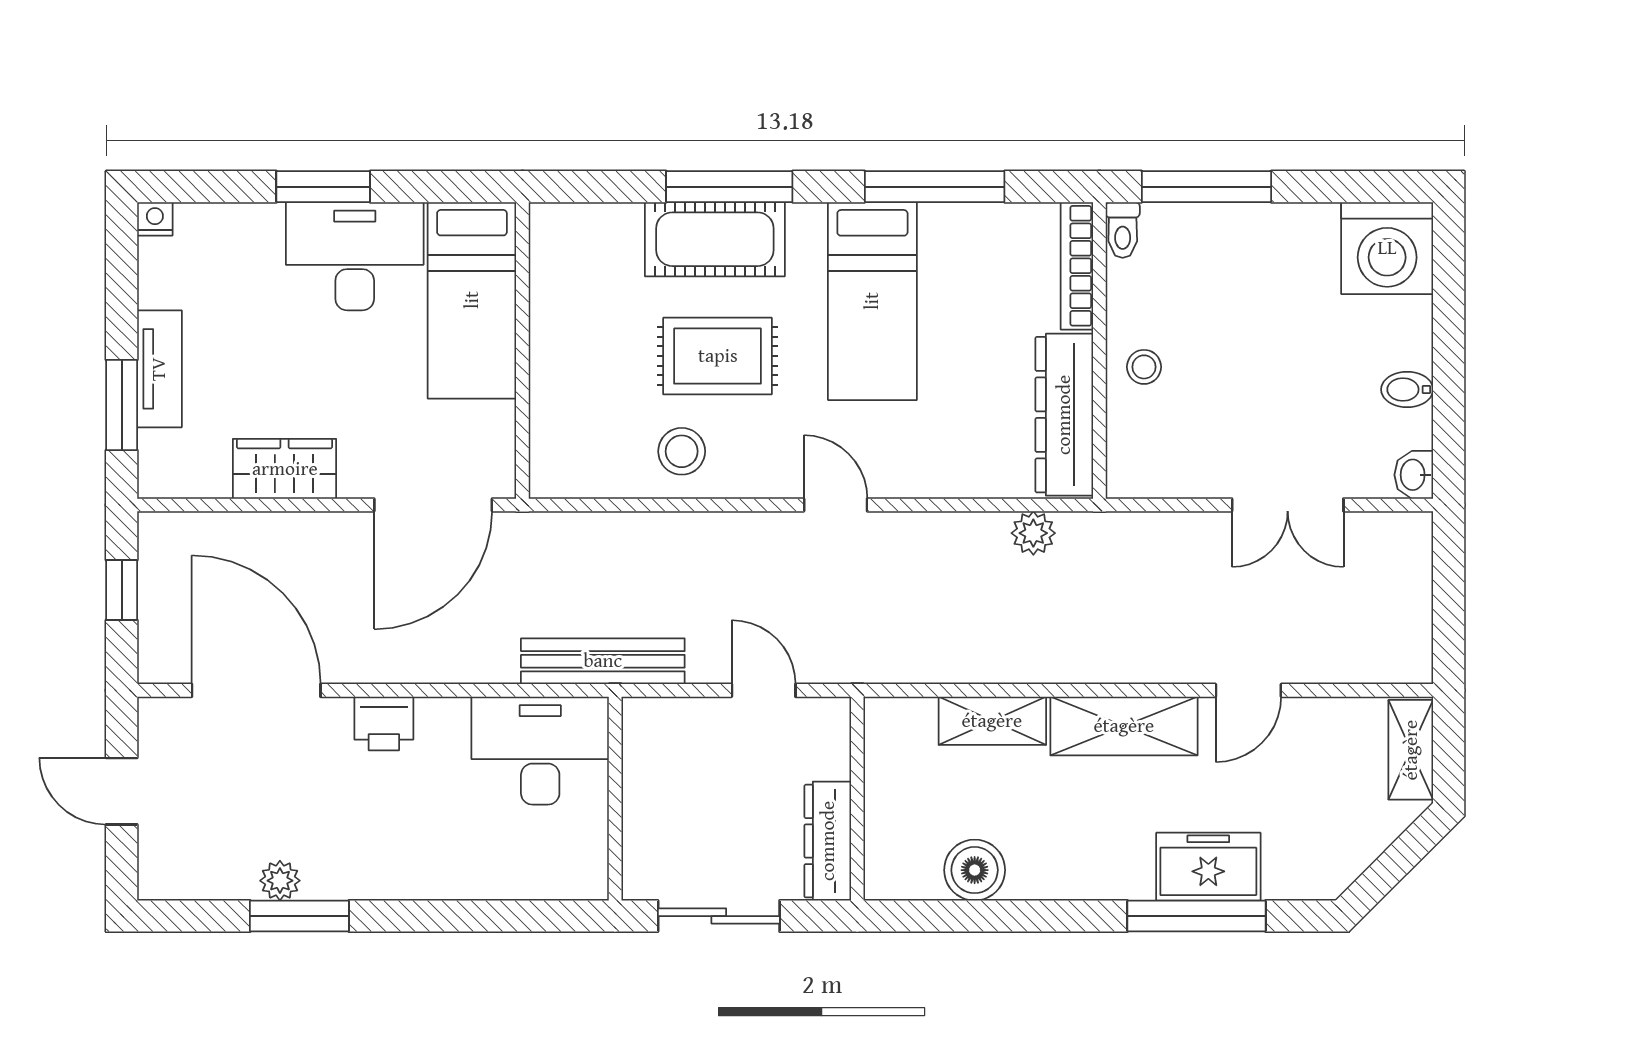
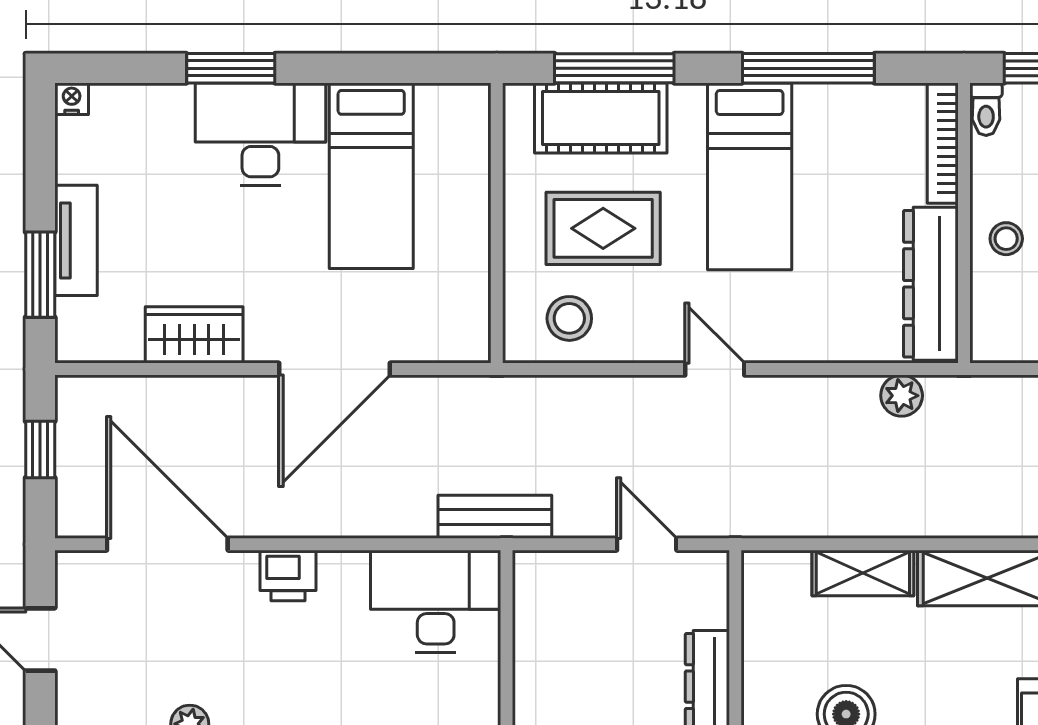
wall: (522, 350) -> (497, 223), moved
bench: (603, 661) -> (495, 517), width x0.73

